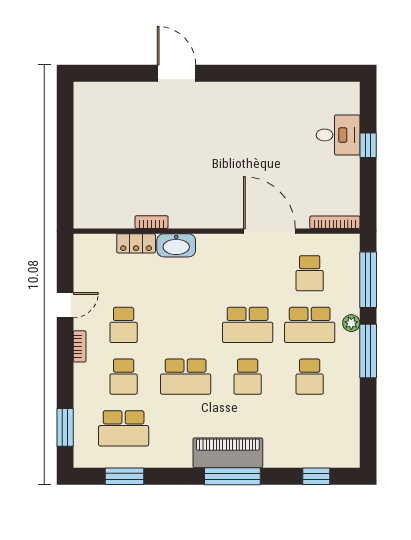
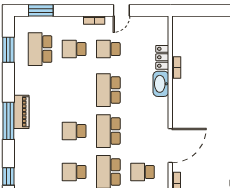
door: (65, 305) -> (121, 10), hinge flipped
school desk: (186, 377) -> (108, 90), moved
piano: (228, 453) -> (21, 112), width x0.73, depth x0.75

